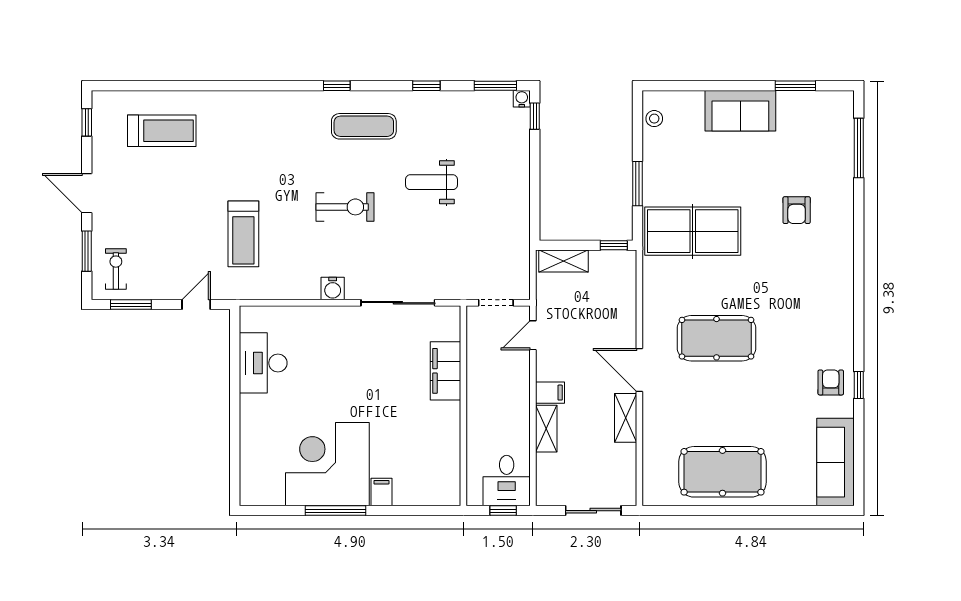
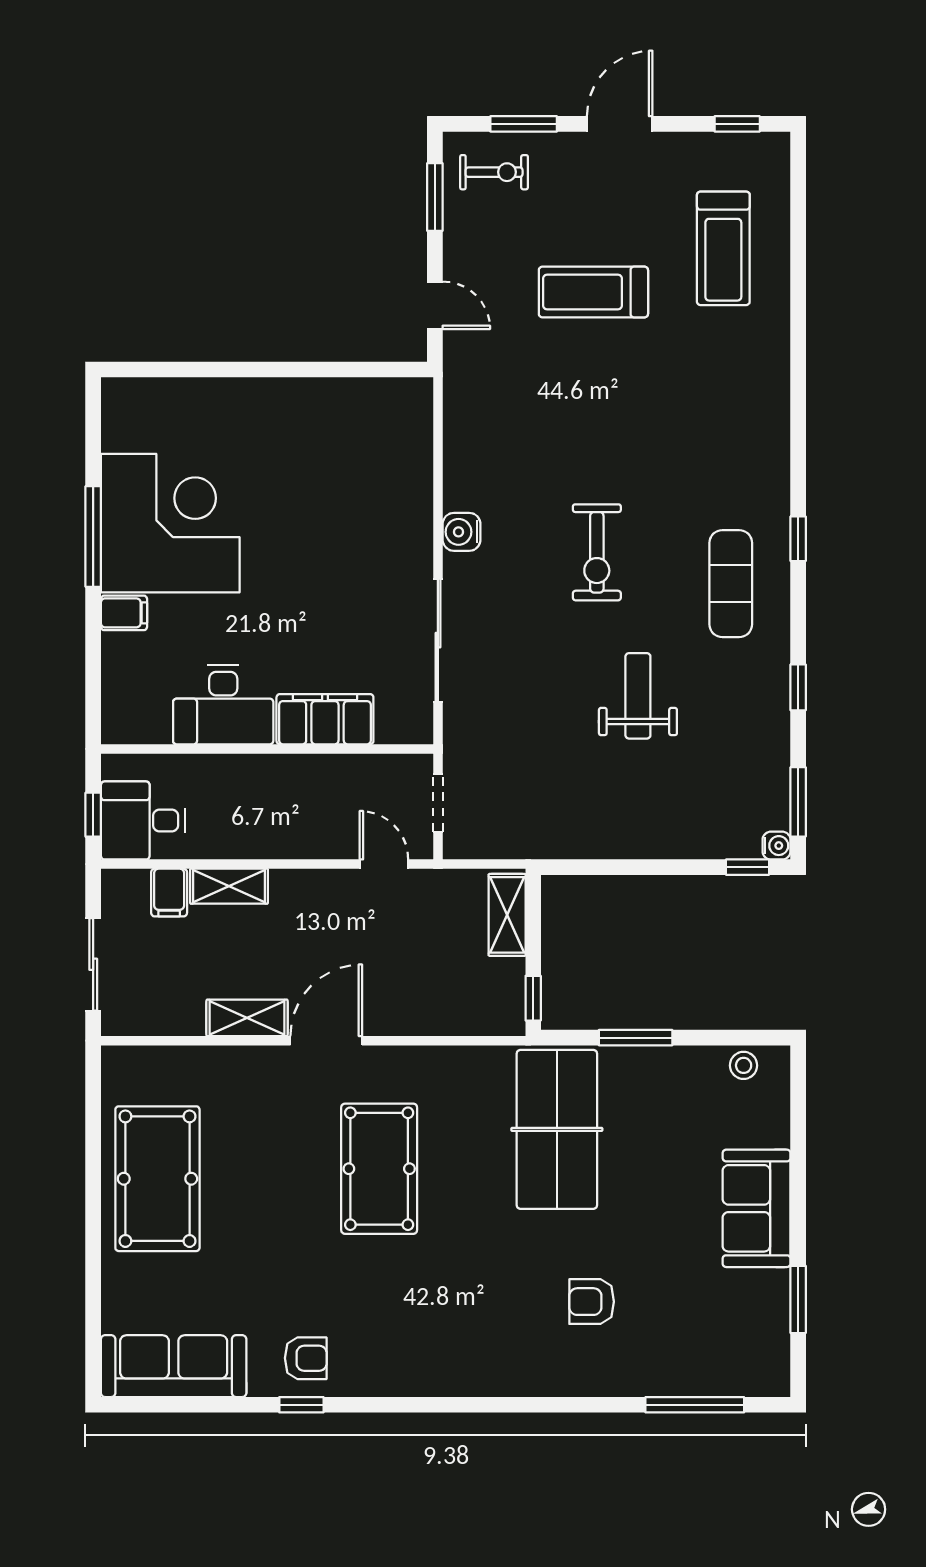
treadmill: (243, 234) -> (593, 292), moved
desk: (263, 363) -> (223, 705), moved, turned 180
filing cabinet: (550, 393) -> (169, 893), moved

